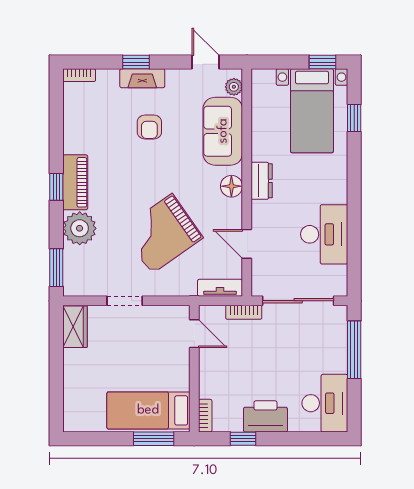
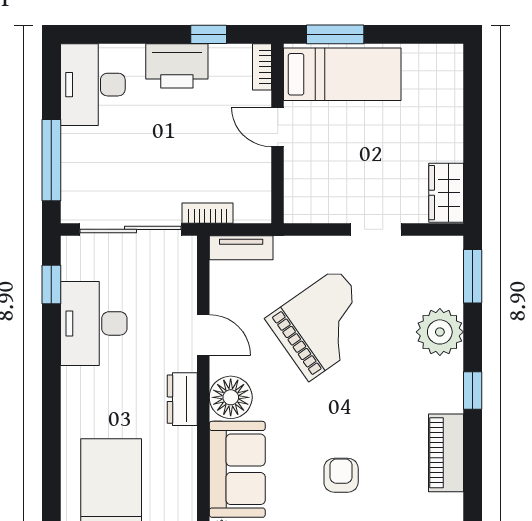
window: (354, 118) -> (51, 285), moved
piano: (75, 182) -> (446, 453), moved
floor lamp: (231, 186) -> (231, 397), width x1.38, depth x1.38
door: (247, 244) -> (203, 335), moved
door: (194, 334) -> (278, 127), moved

